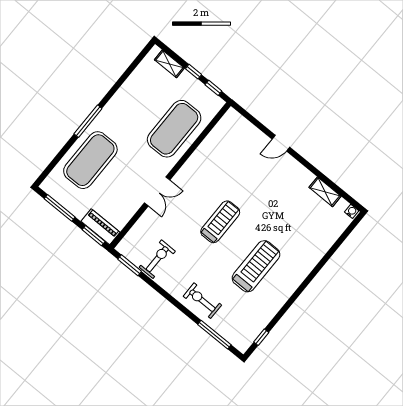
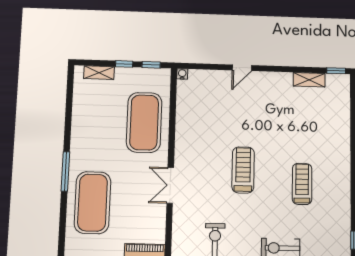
double door: (157, 191) -> (170, 185), swing flipped
window: (351, 201) -> (336, 71), added
water cooler: (352, 211) -> (182, 74), moved
treadmill: (256, 266) -> (302, 184), width x0.73, depth x0.73

